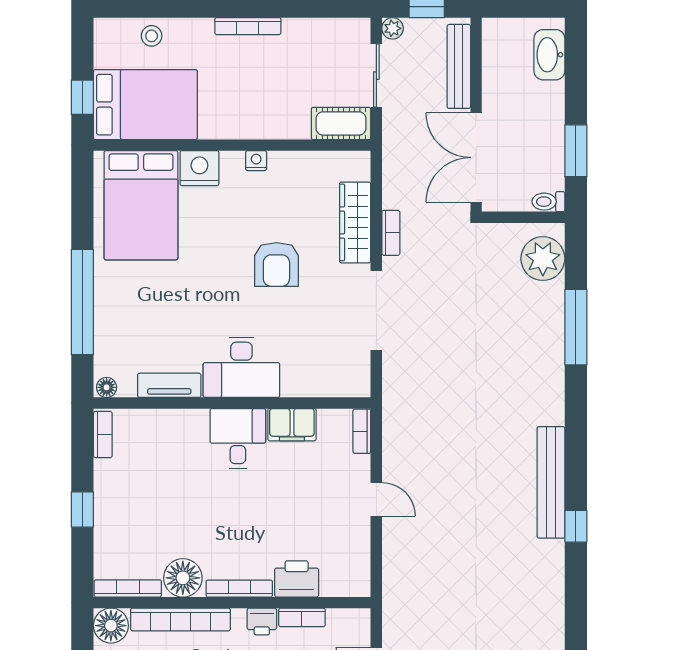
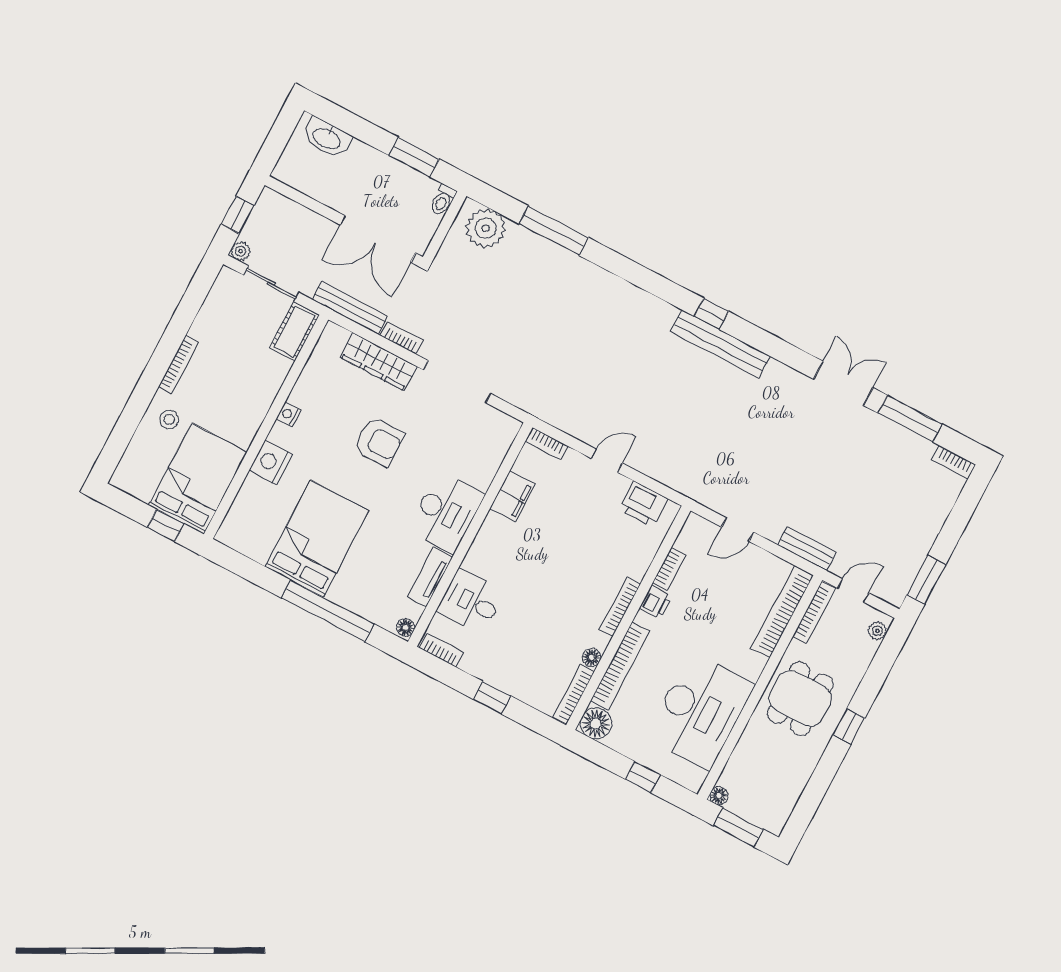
stool: (152, 36) -> (169, 420), moved
bench: (459, 66) -> (350, 308), moved
bed: (141, 205) -> (317, 539), moved, turned -90
desk: (238, 438) -> (471, 602), moved
bench: (551, 482) -> (720, 344), moved
floor lamp: (183, 578) -> (592, 657), width x0.53, depth x0.53
printer: (297, 579) -> (643, 504), moved, turned -90

